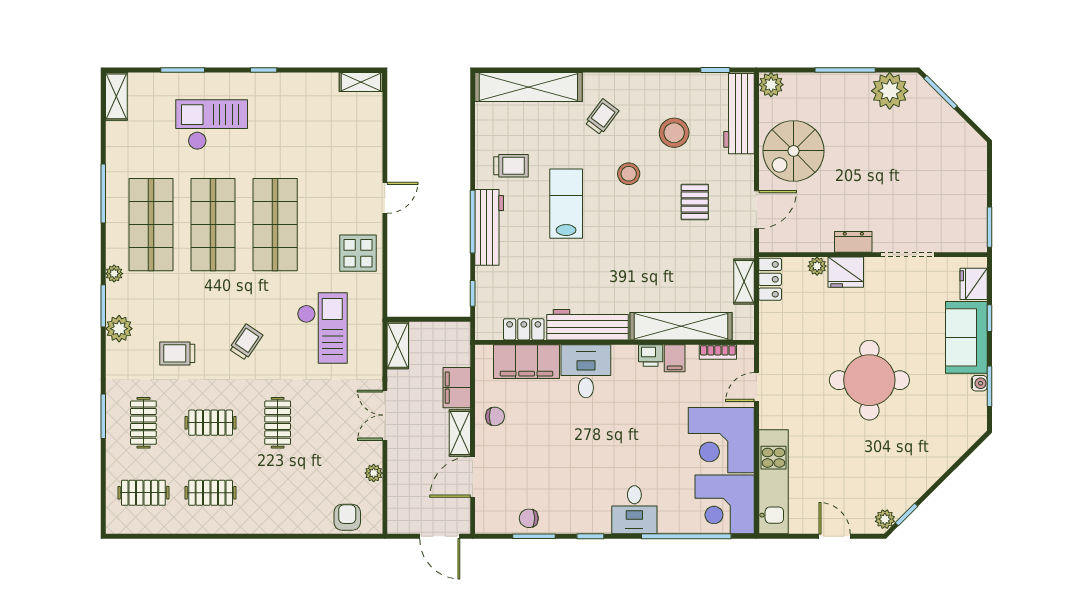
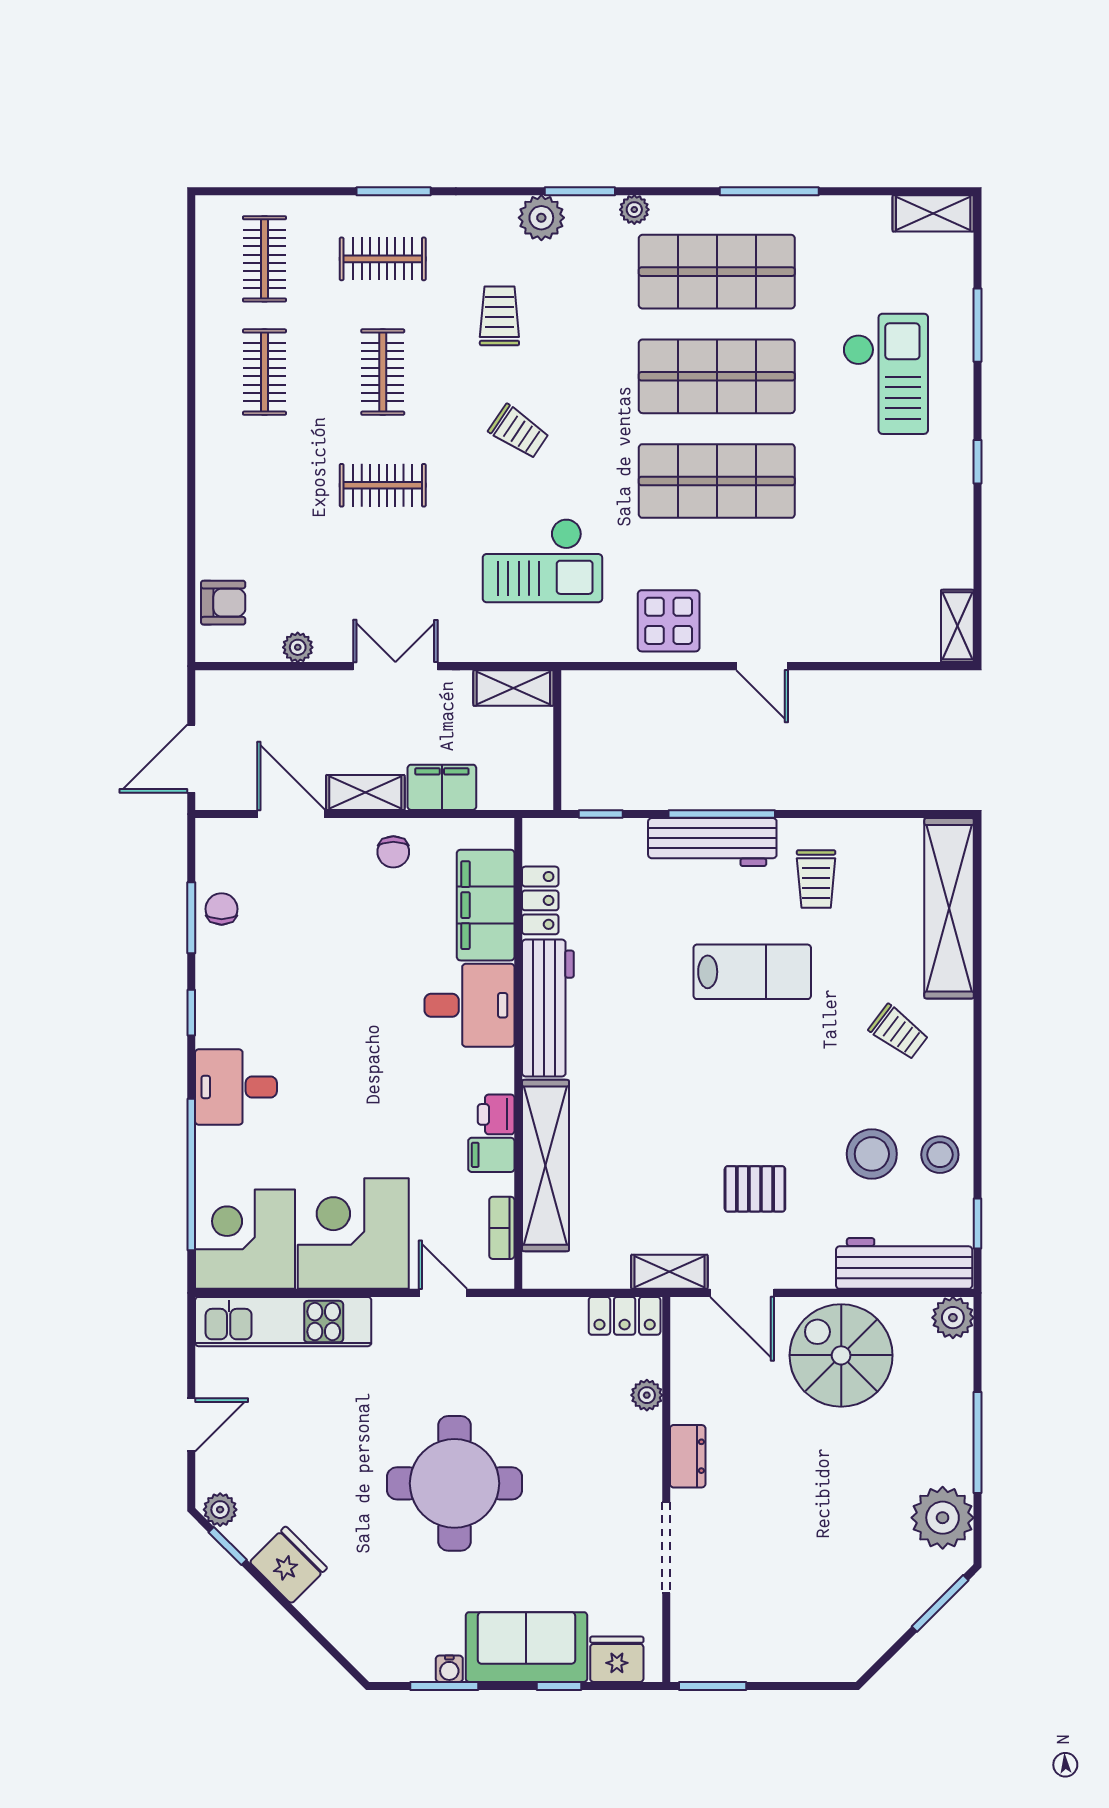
stool: (629, 174) -> (940, 1155), moved
fridge: (846, 272) -> (288, 1565), moved, turned 135
shelving: (744, 281) -> (669, 1272), moved

